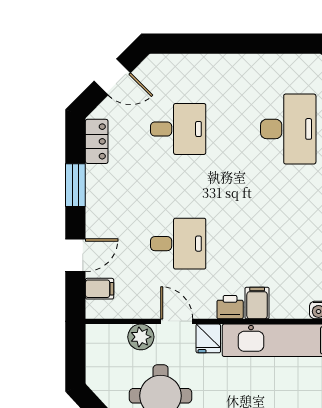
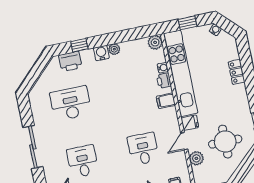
sliding door: (223, 44) -> (33, 147), added
printer: (230, 307) -> (164, 81), moved

